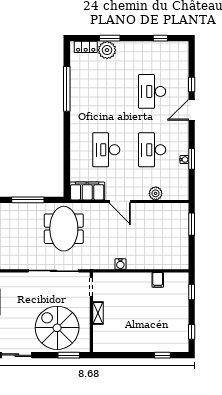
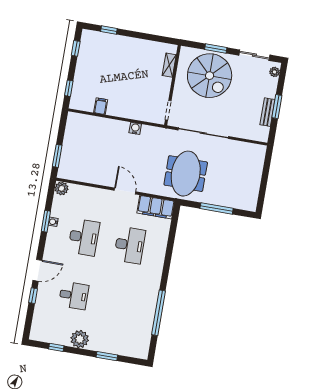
locker: (86, 47) -> (132, 351), removed
plant: (107, 50) -> (80, 339), moved
desk: (152, 91) -> (74, 296), width x0.73
plant: (156, 193) -> (62, 188), moved
shelving: (98, 313) -> (169, 65), moved
window: (69, 355) -> (216, 48), moved

